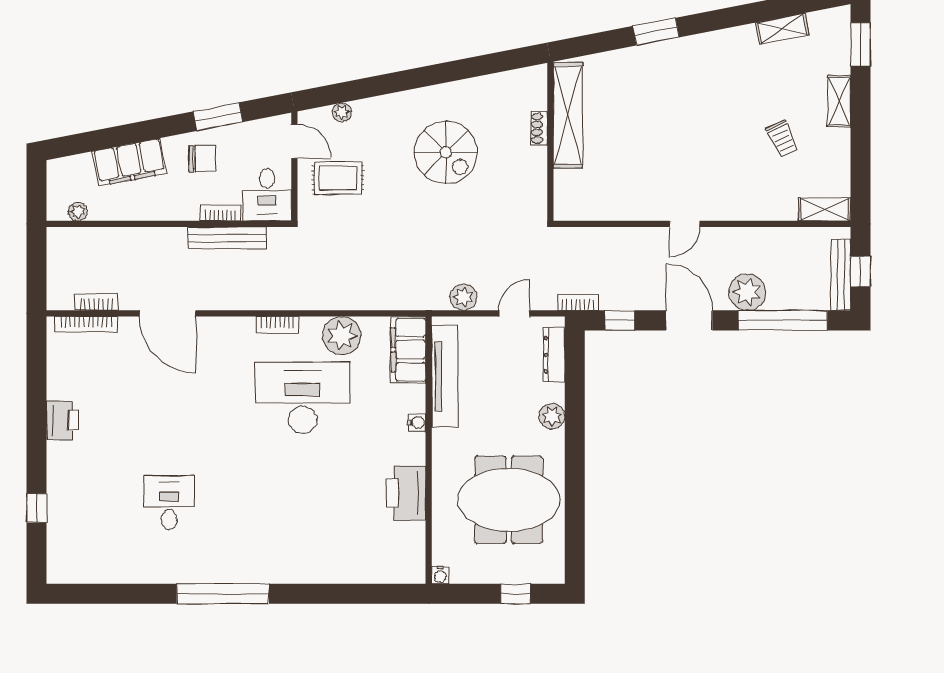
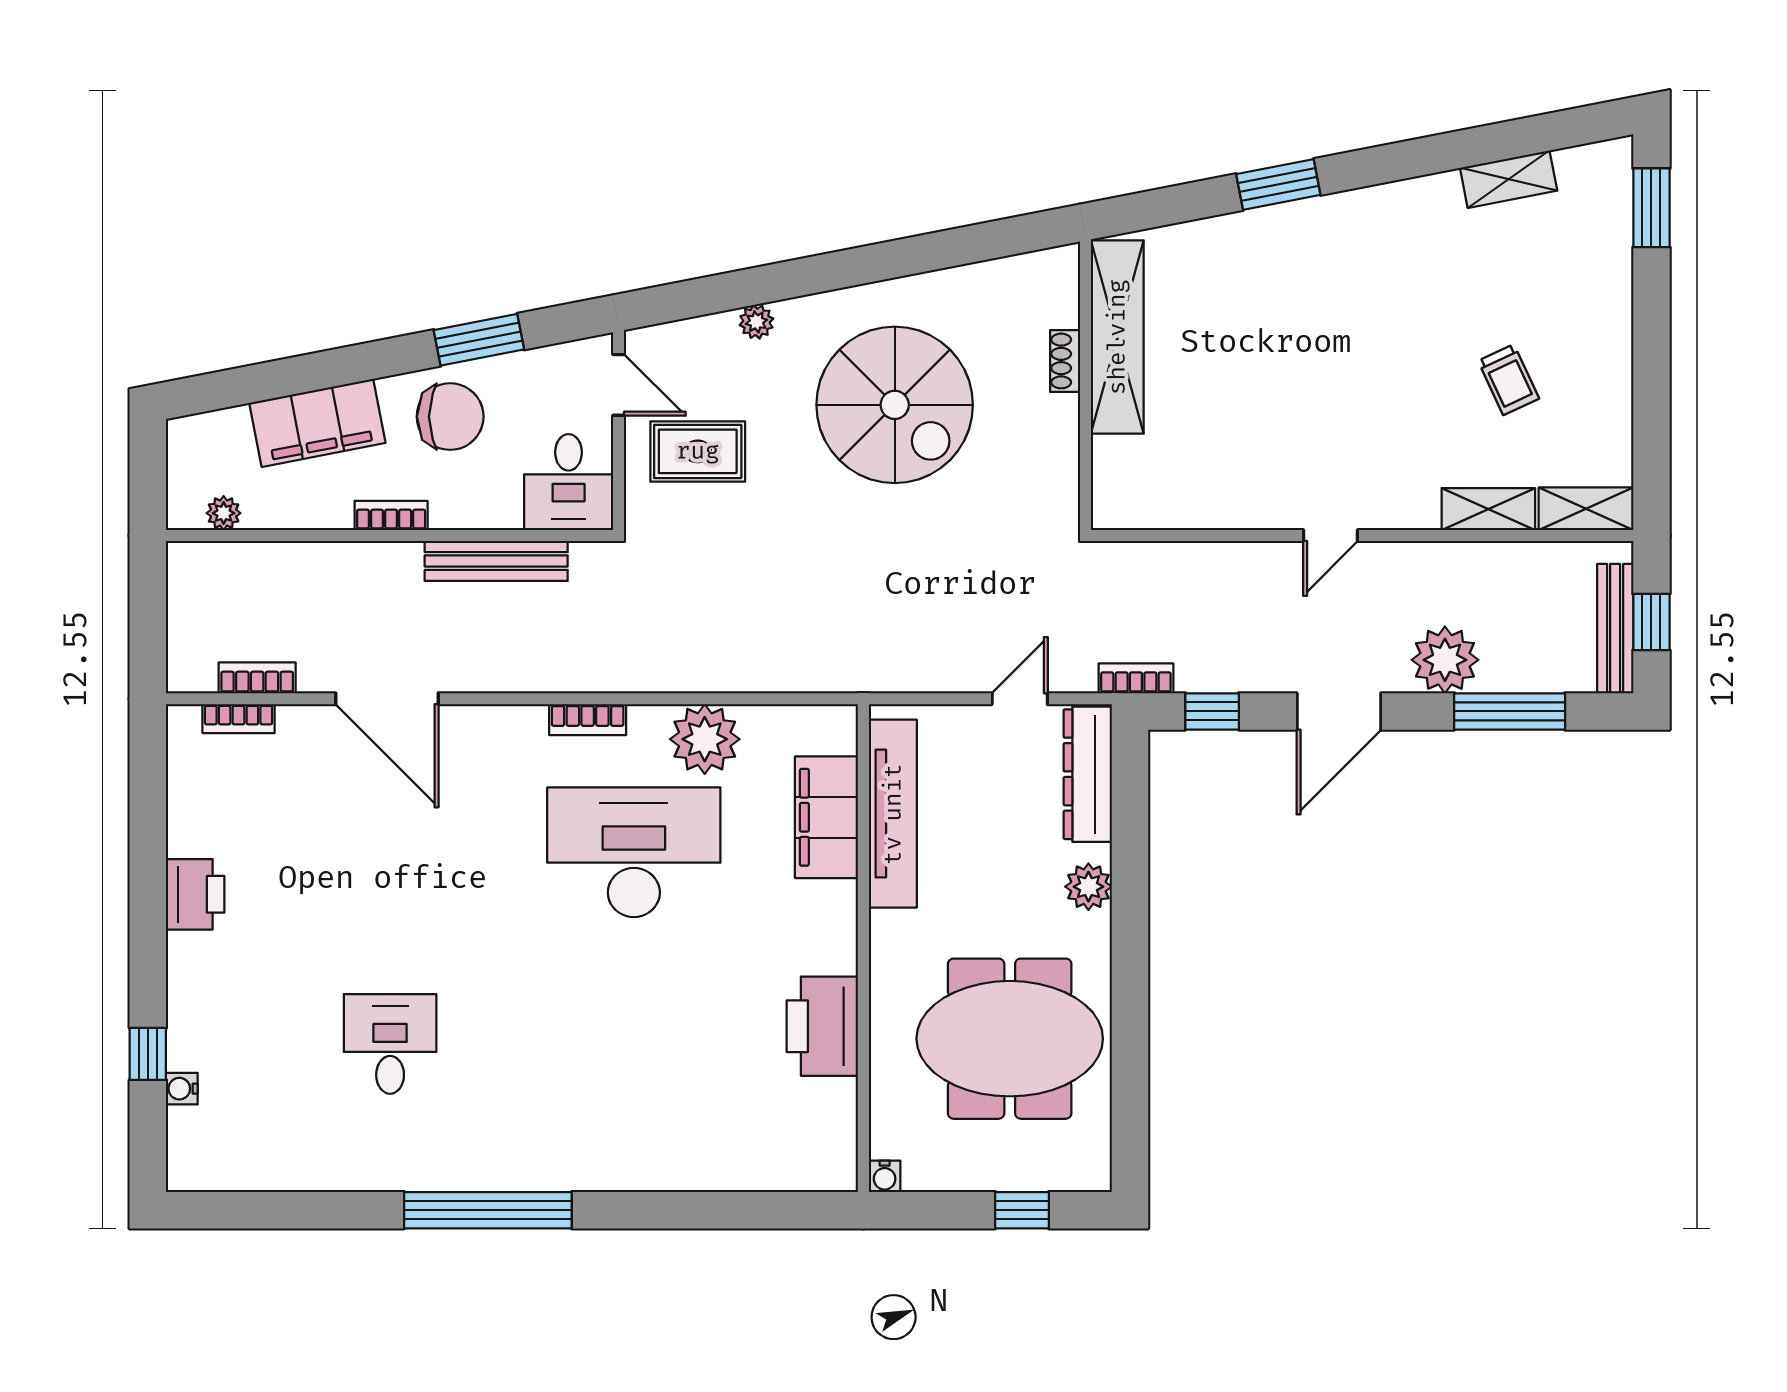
shelving: (839, 101) -> (1488, 509), moved, turned 90
plant: (342, 112) -> (756, 322), moved
spiral stairs: (446, 152) -> (895, 405), width x1.37, depth x1.37
chair: (202, 159) -> (450, 417), width x1.37, depth x1.37
bookcase: (221, 213) -> (391, 515), moved
plant: (463, 297) -> (927, 669), removed
door: (689, 320) -> (1339, 711), swing flipped
window: (783, 320) -> (1510, 711), width x0.68
bookcase: (86, 324) -> (239, 719), width x0.64
filing cabinet: (408, 350) -> (826, 817), moved
dresser: (554, 355) -> (1088, 774), width x1.37, depth x1.24
water cooler: (417, 422) -> (182, 1089), moved, turned 180

